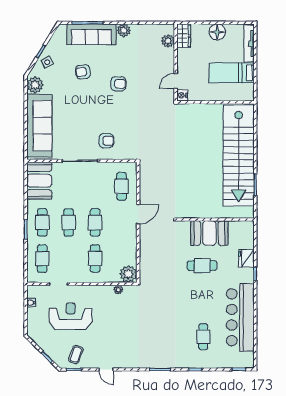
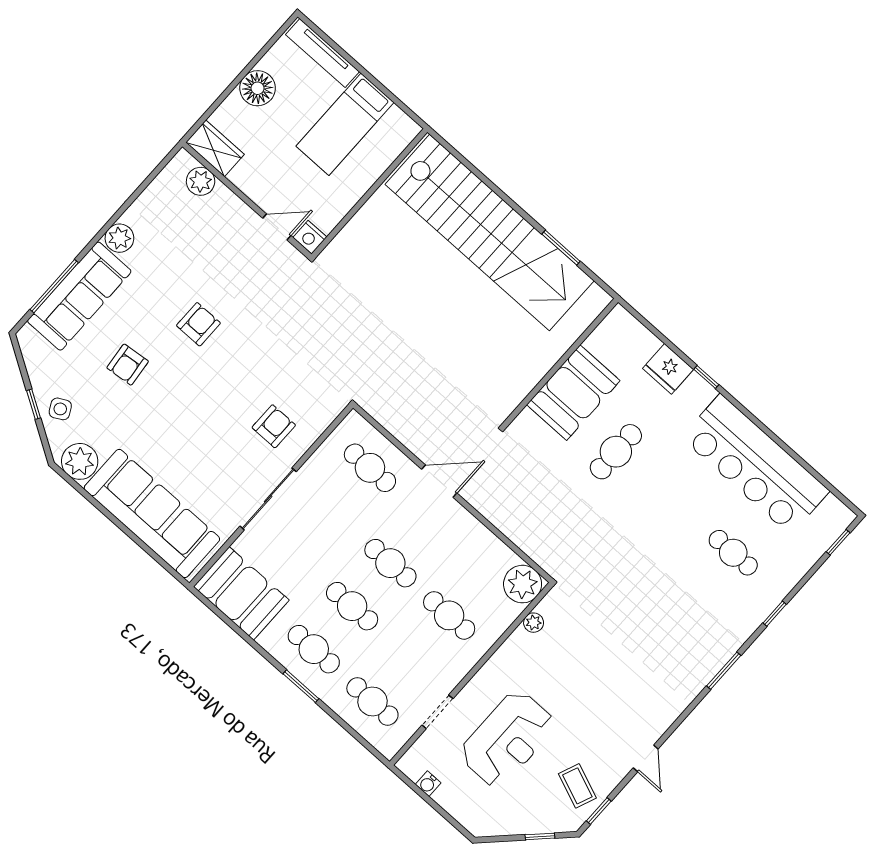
door: (176, 81) -> (277, 227), swing flipped
door: (138, 214) -> (439, 481), hinge flipped
reception desk: (71, 316) -> (507, 739), turned 180
door: (106, 369) -> (646, 758), hinge flipped

